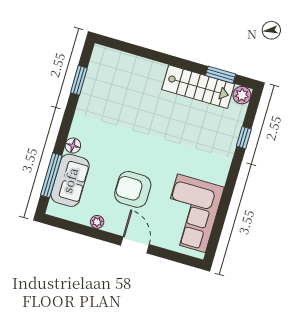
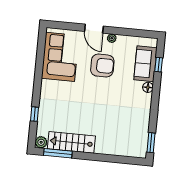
window: (221, 75) -> (58, 153), width x1.44
window: (79, 80) -> (151, 143), moved
window: (51, 175) -> (159, 65), width x0.46
plant: (97, 222) -> (112, 38), moved

